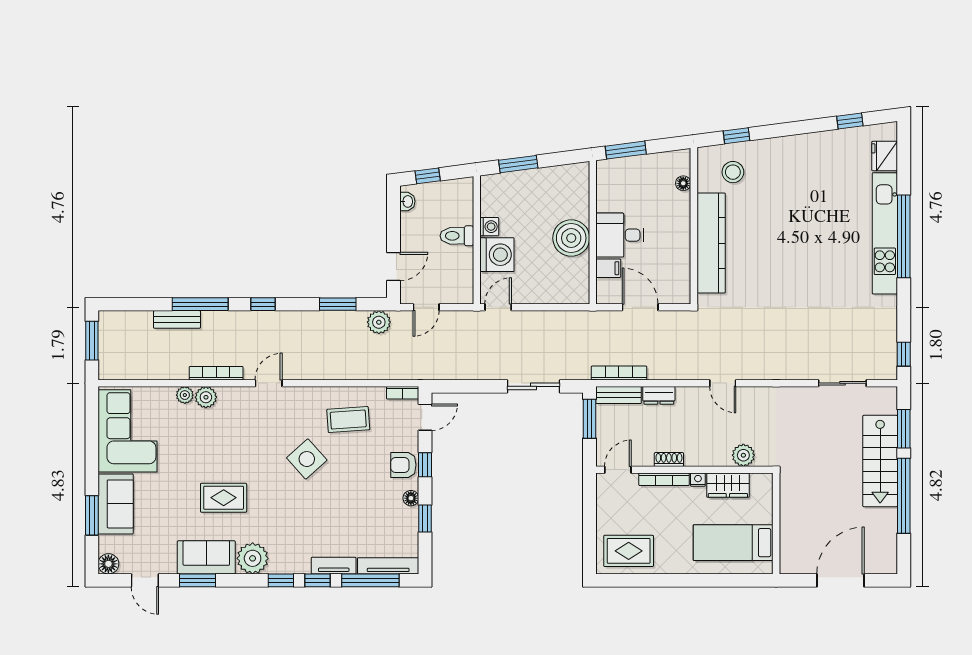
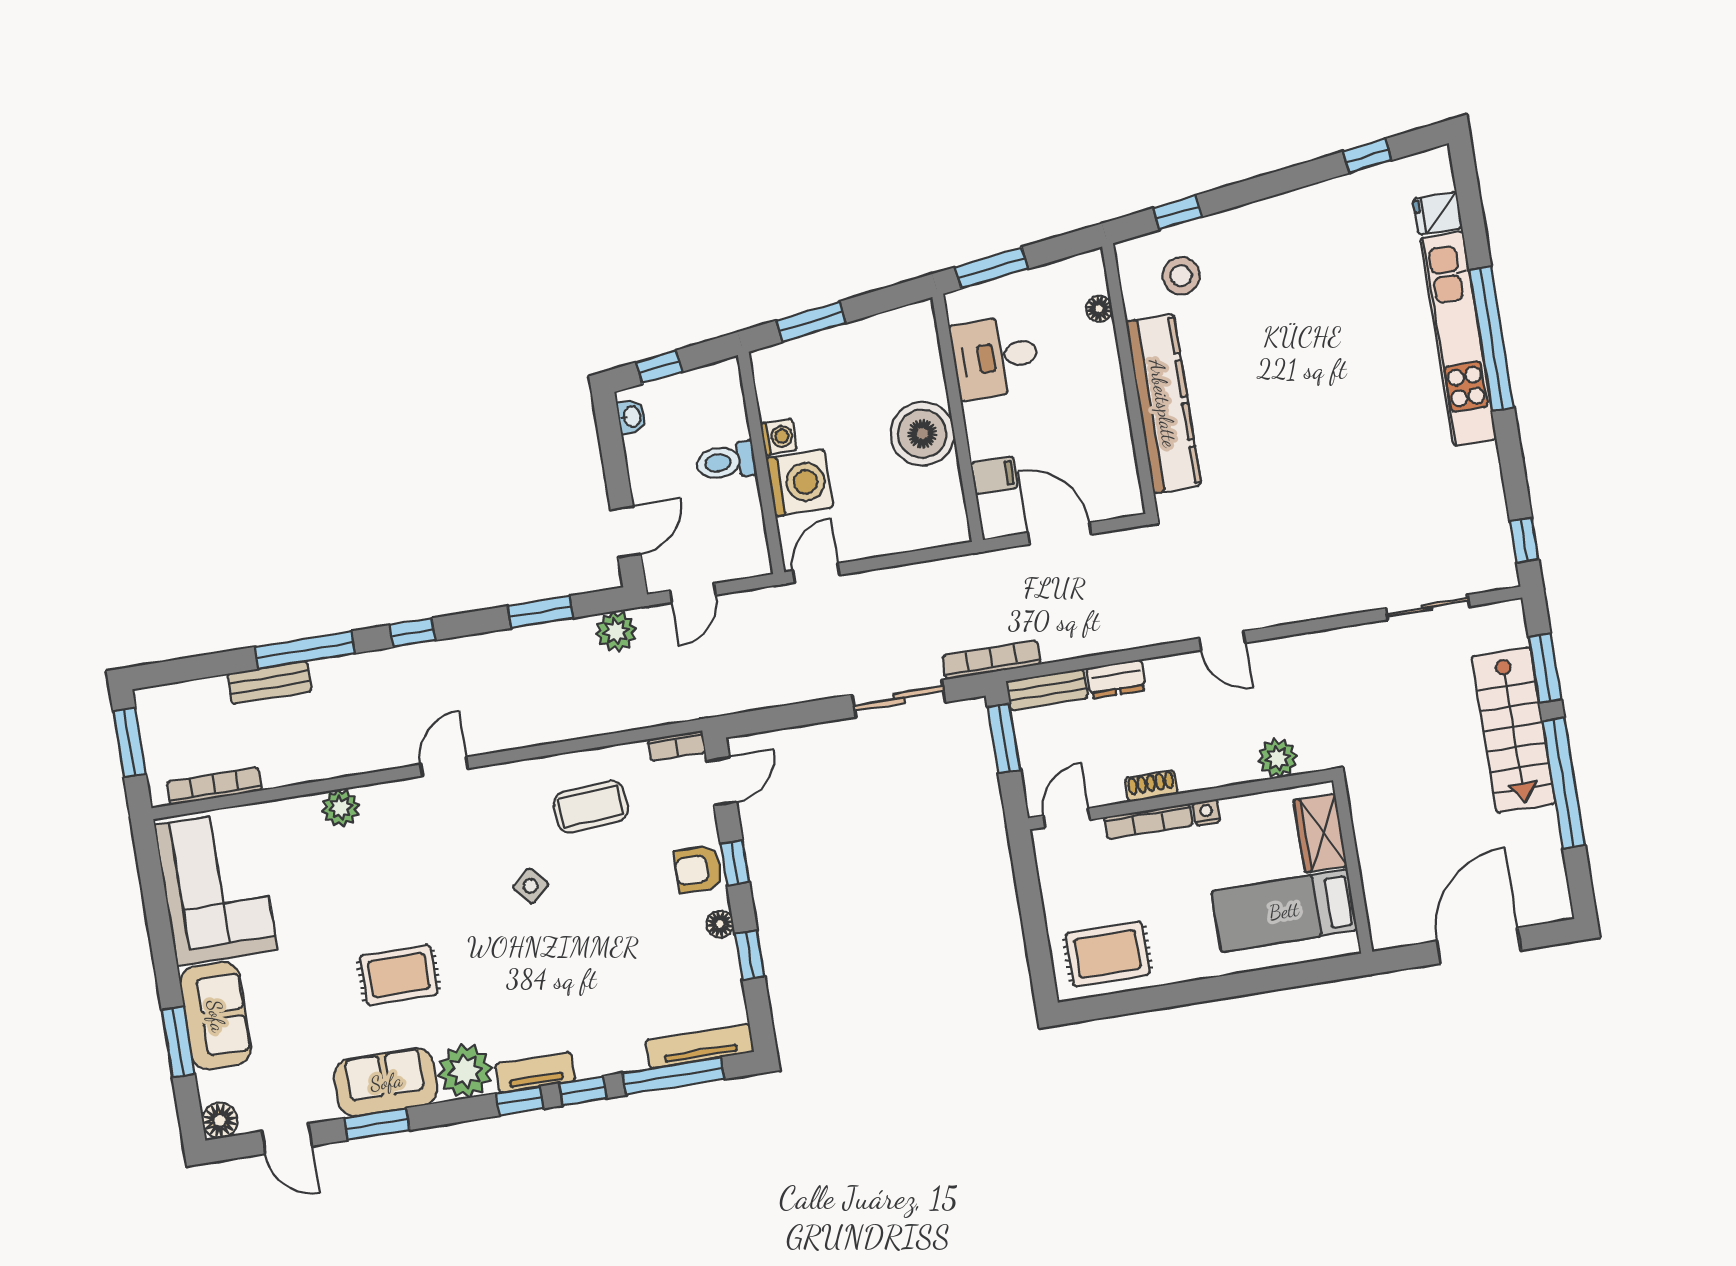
fridge: (885, 156) -> (1438, 213), width x0.72
desk: (620, 235) -> (995, 357), moved
bookcase: (216, 373) -> (214, 786), moved
bookcase: (619, 373) -> (992, 660), moved
plant: (185, 395) -> (304, 810), removed
side table: (307, 459) -> (531, 886), width x0.54, depth x0.54
wardrobe: (728, 485) -> (1320, 833), moved, turned 90
tv unit: (334, 566) -> (535, 1072), moved

